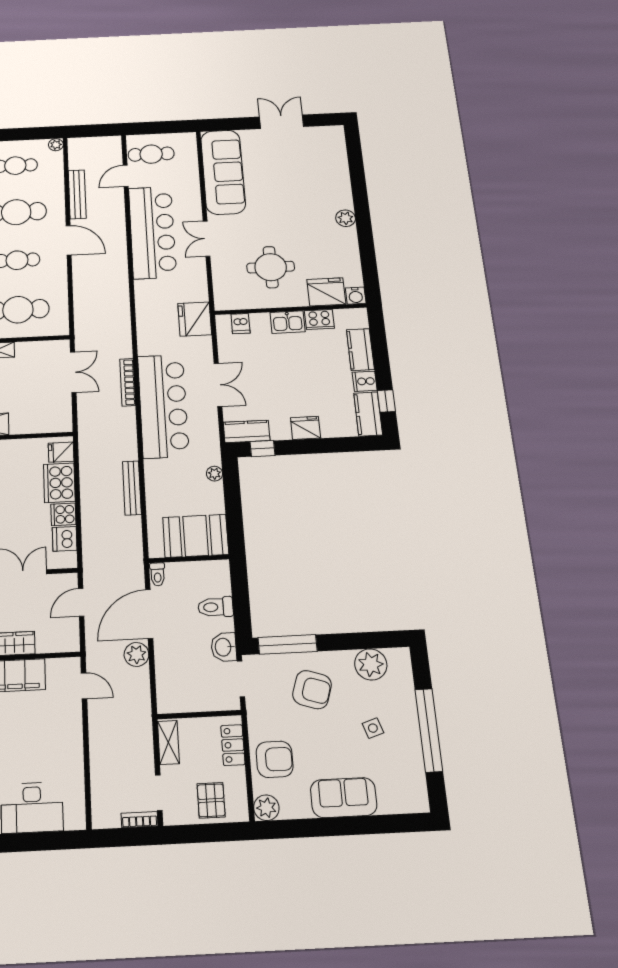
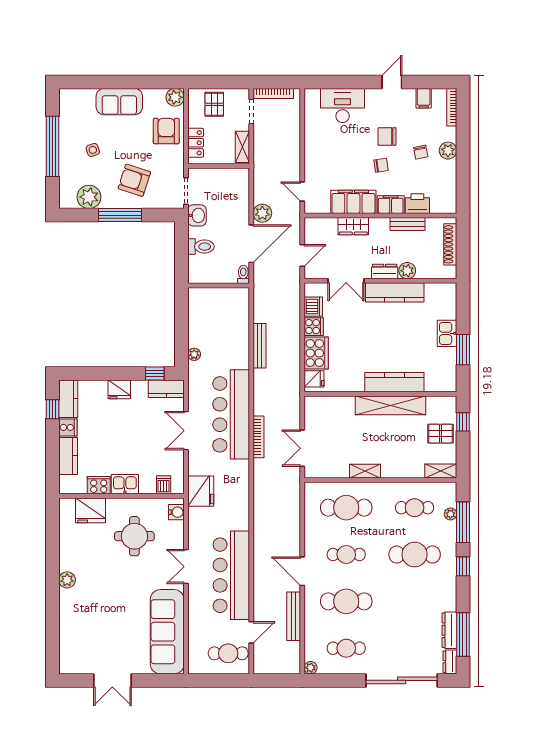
double door: (207, 239) -> (186, 567), swing flipped
water cooler: (356, 296) -> (176, 512), moved, turned 90
booth: (196, 536) -> (212, 304), removed
window: (288, 644) -> (120, 215), moved
armchair: (275, 759) -> (166, 131), turned 90
bookcase: (140, 820) -> (273, 93), width x1.56

